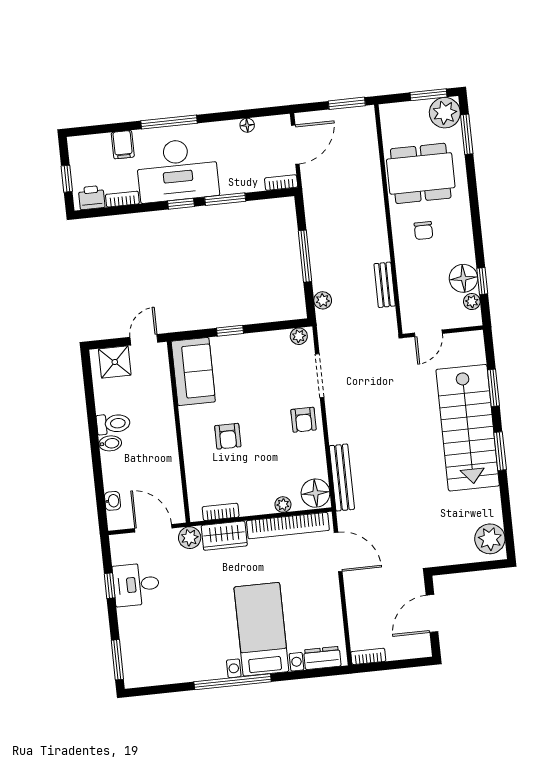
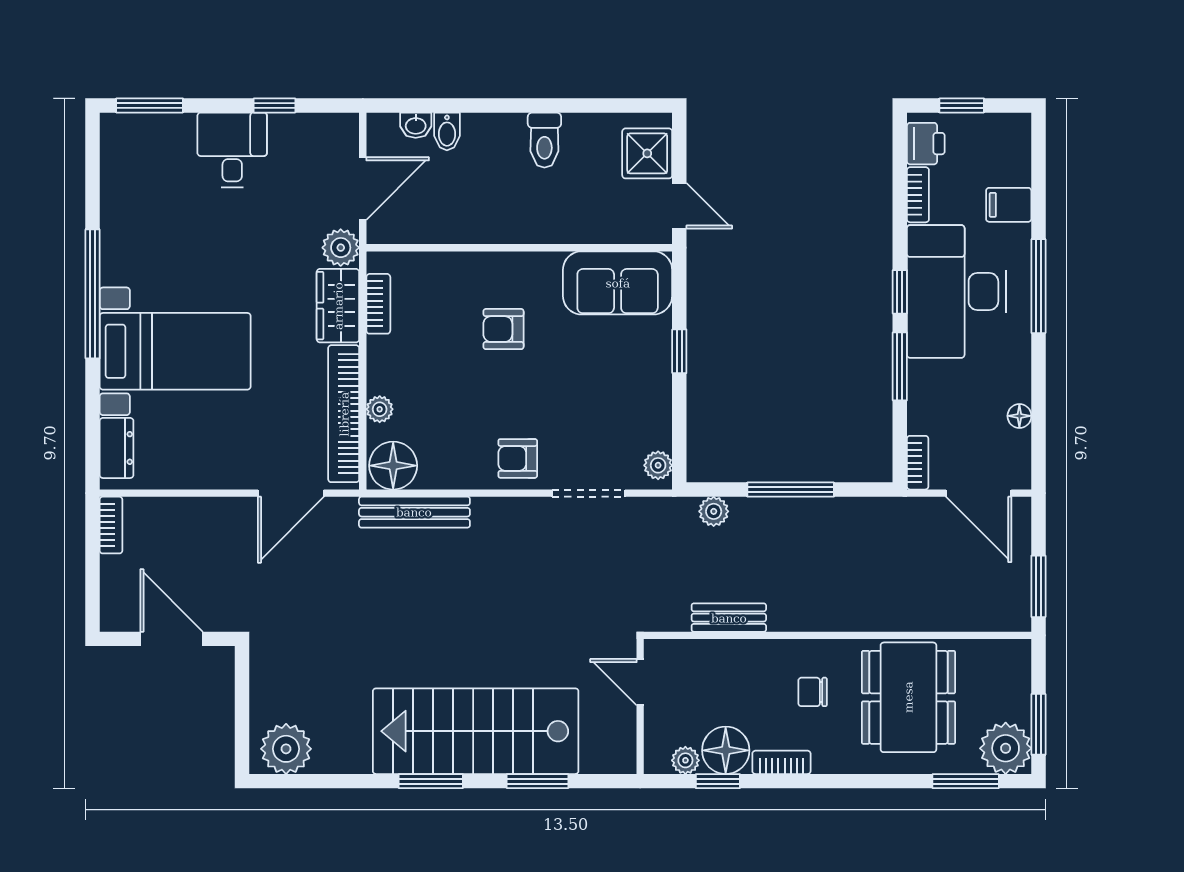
bookcase: (467, 245) -> (781, 762), added
bidet: (110, 443) -> (447, 131), moved
desk: (136, 585) -> (232, 150), moved

